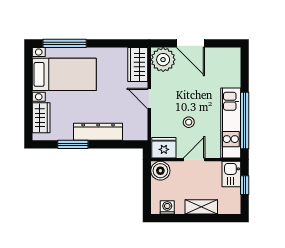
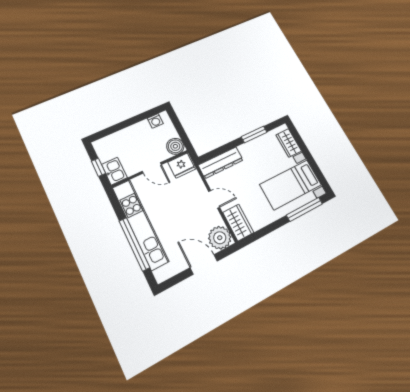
window: (245, 121) -> (134, 244), moved
stool: (189, 122) -> (172, 196), removed
kitchen unit: (231, 123) -> (140, 224), width x1.36
dresser: (98, 132) -> (221, 163), moved
door: (194, 160) -> (152, 168), hinge flipped
shelving: (201, 207) -> (128, 133), removed

